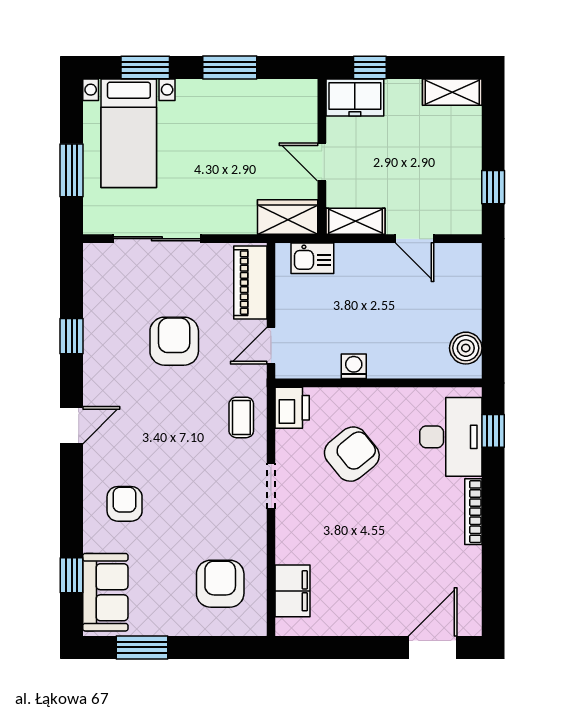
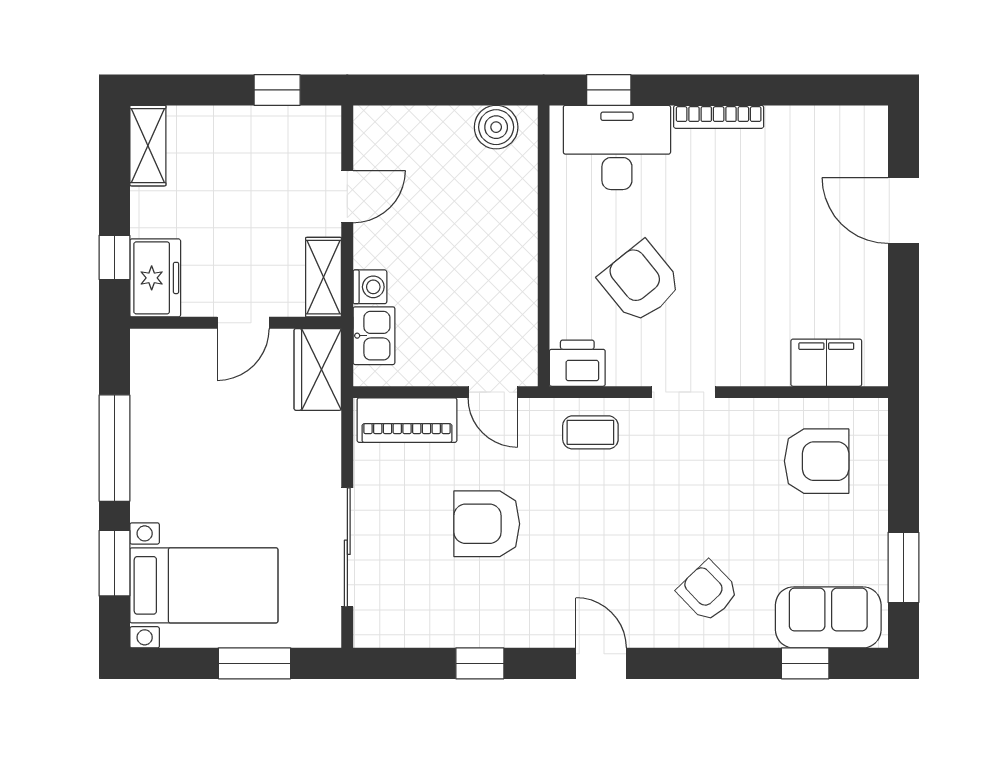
window: (230, 67) -> (114, 448), width x1.44
washing machine: (354, 366) -> (370, 287), moved, turned 180
armchair: (125, 504) -> (708, 591), turned 46
armchair: (220, 584) -> (817, 461), turned 180
door: (433, 647) -> (903, 210), moved

